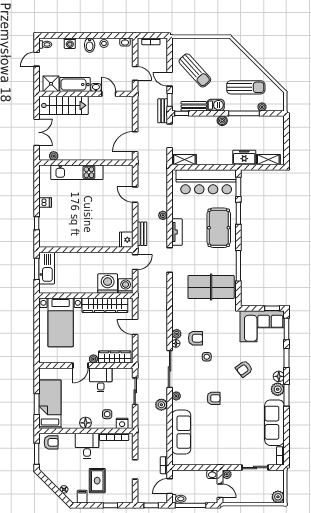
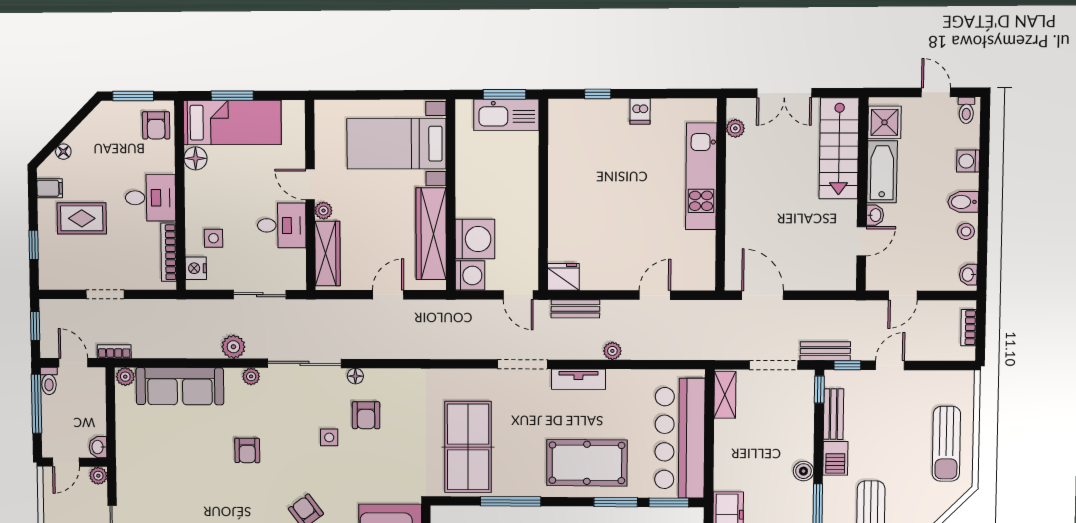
sun lounger: (195, 70) -> (946, 444), moved, turned -48
plant: (177, 334) -> (125, 377), moved
floor lamp: (85, 423) -> (195, 158), moved

